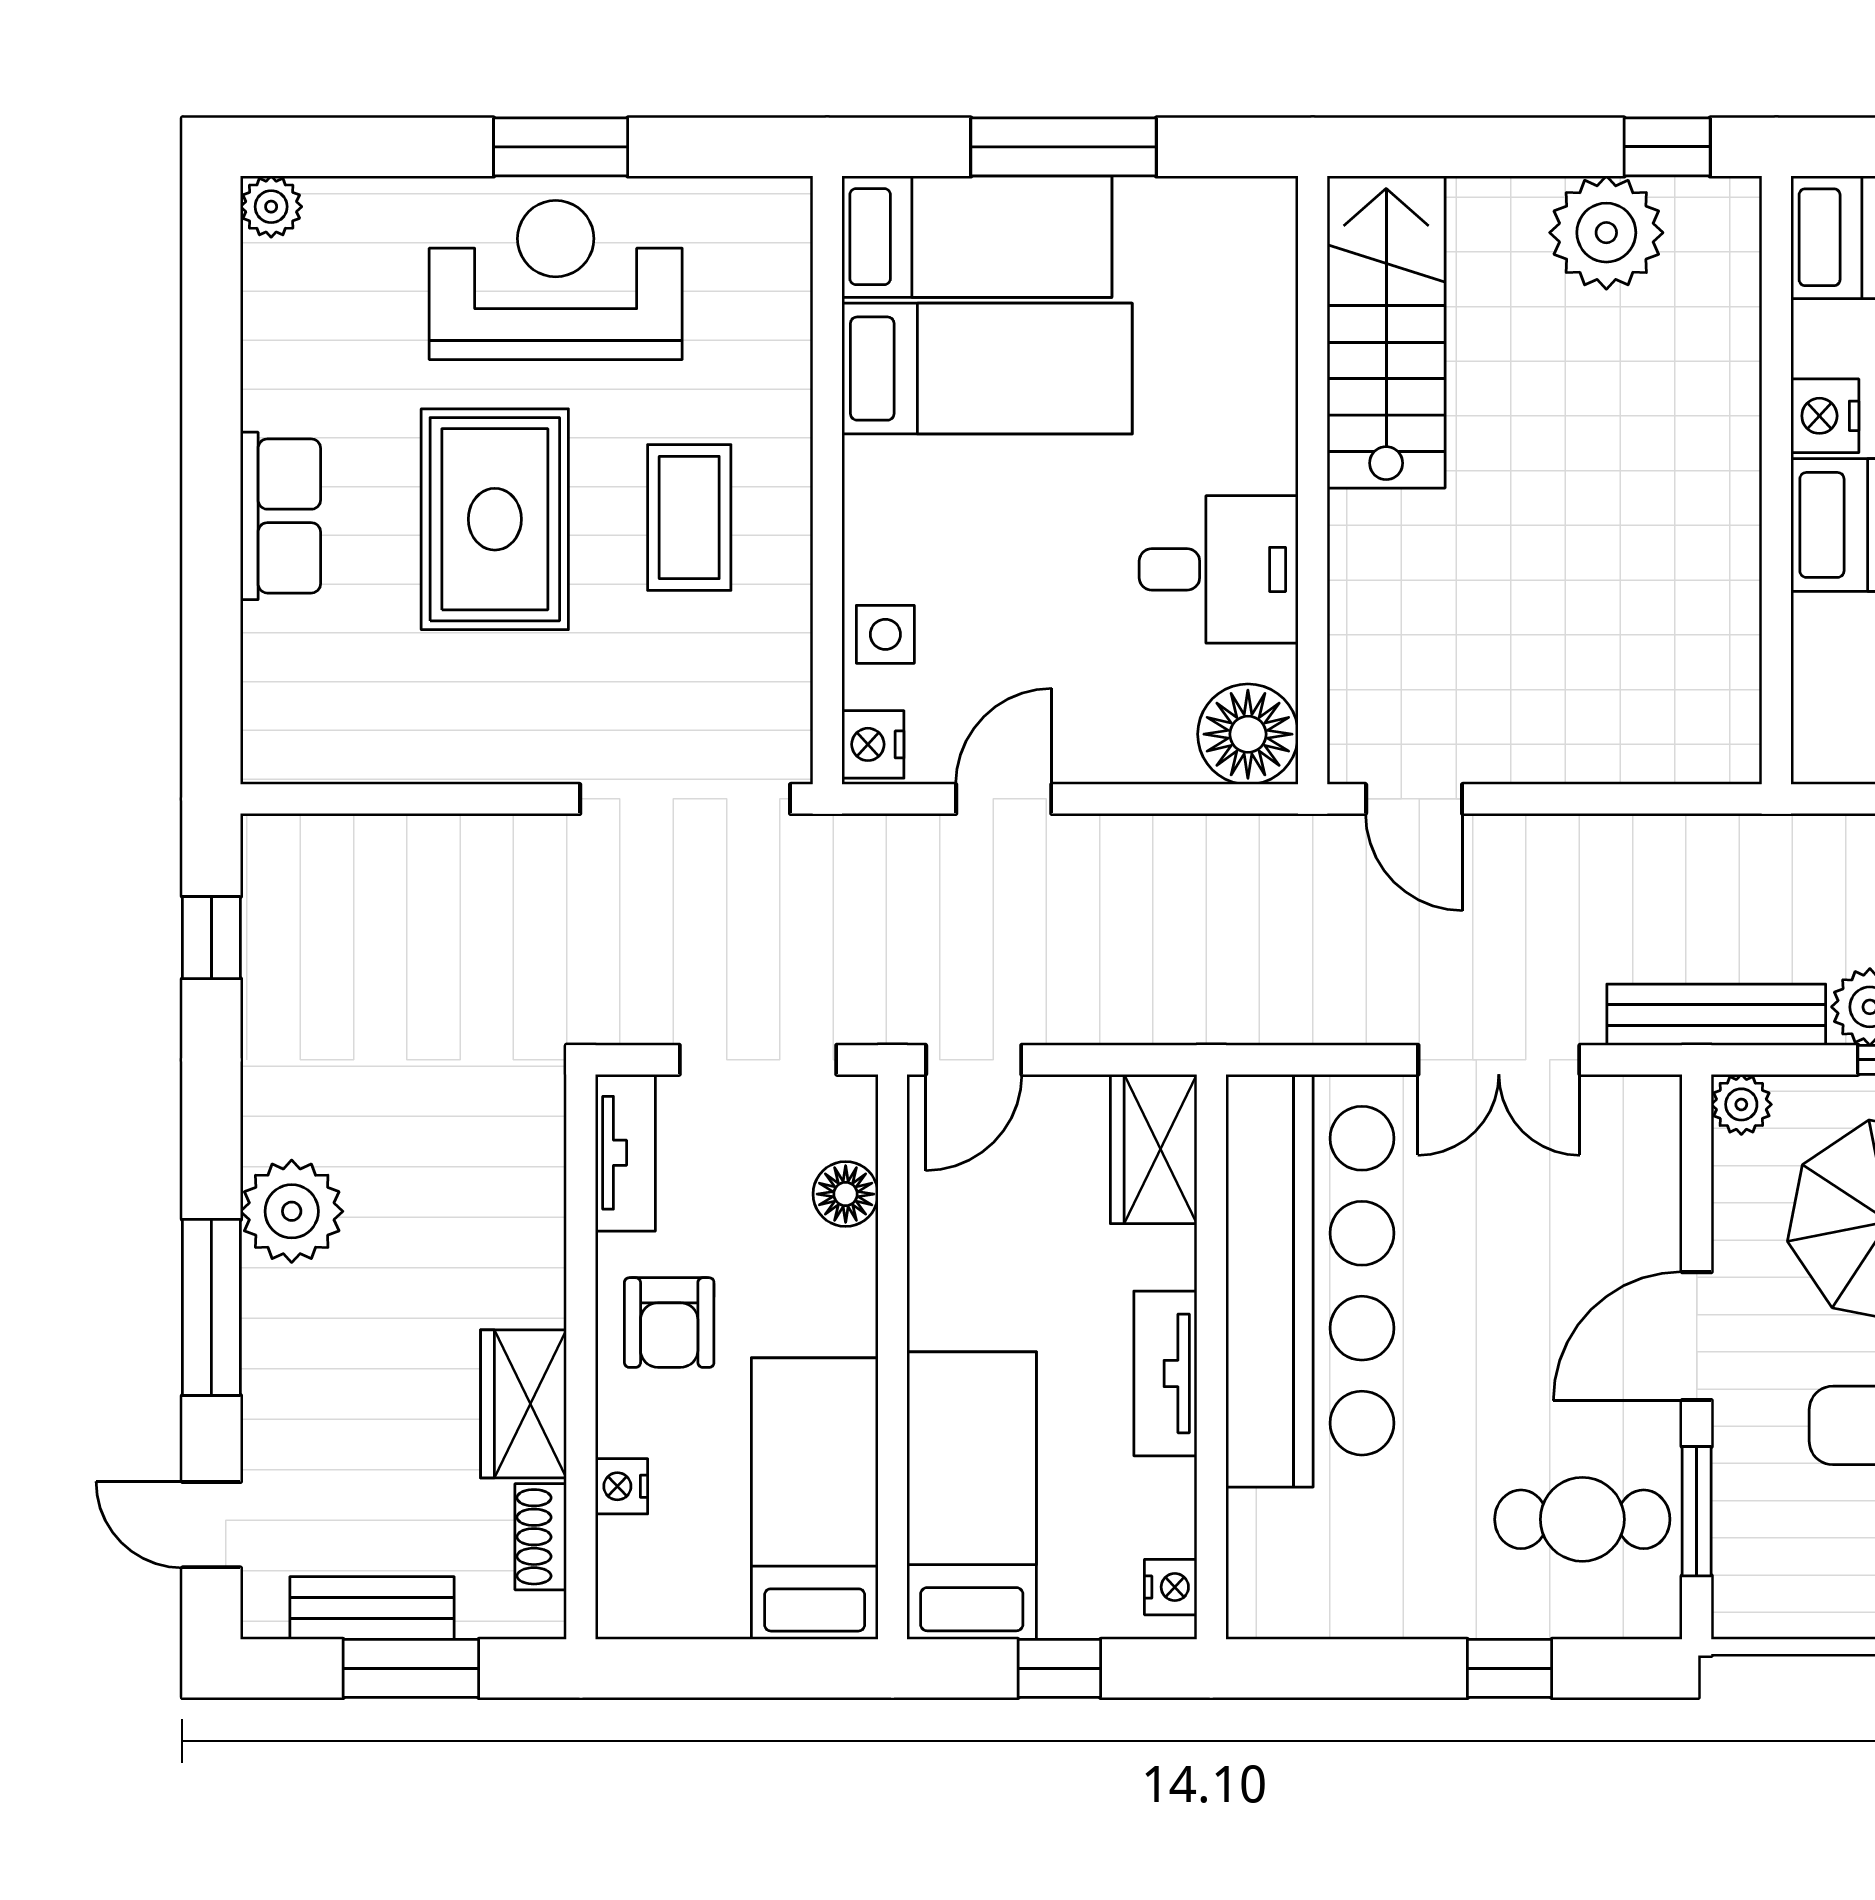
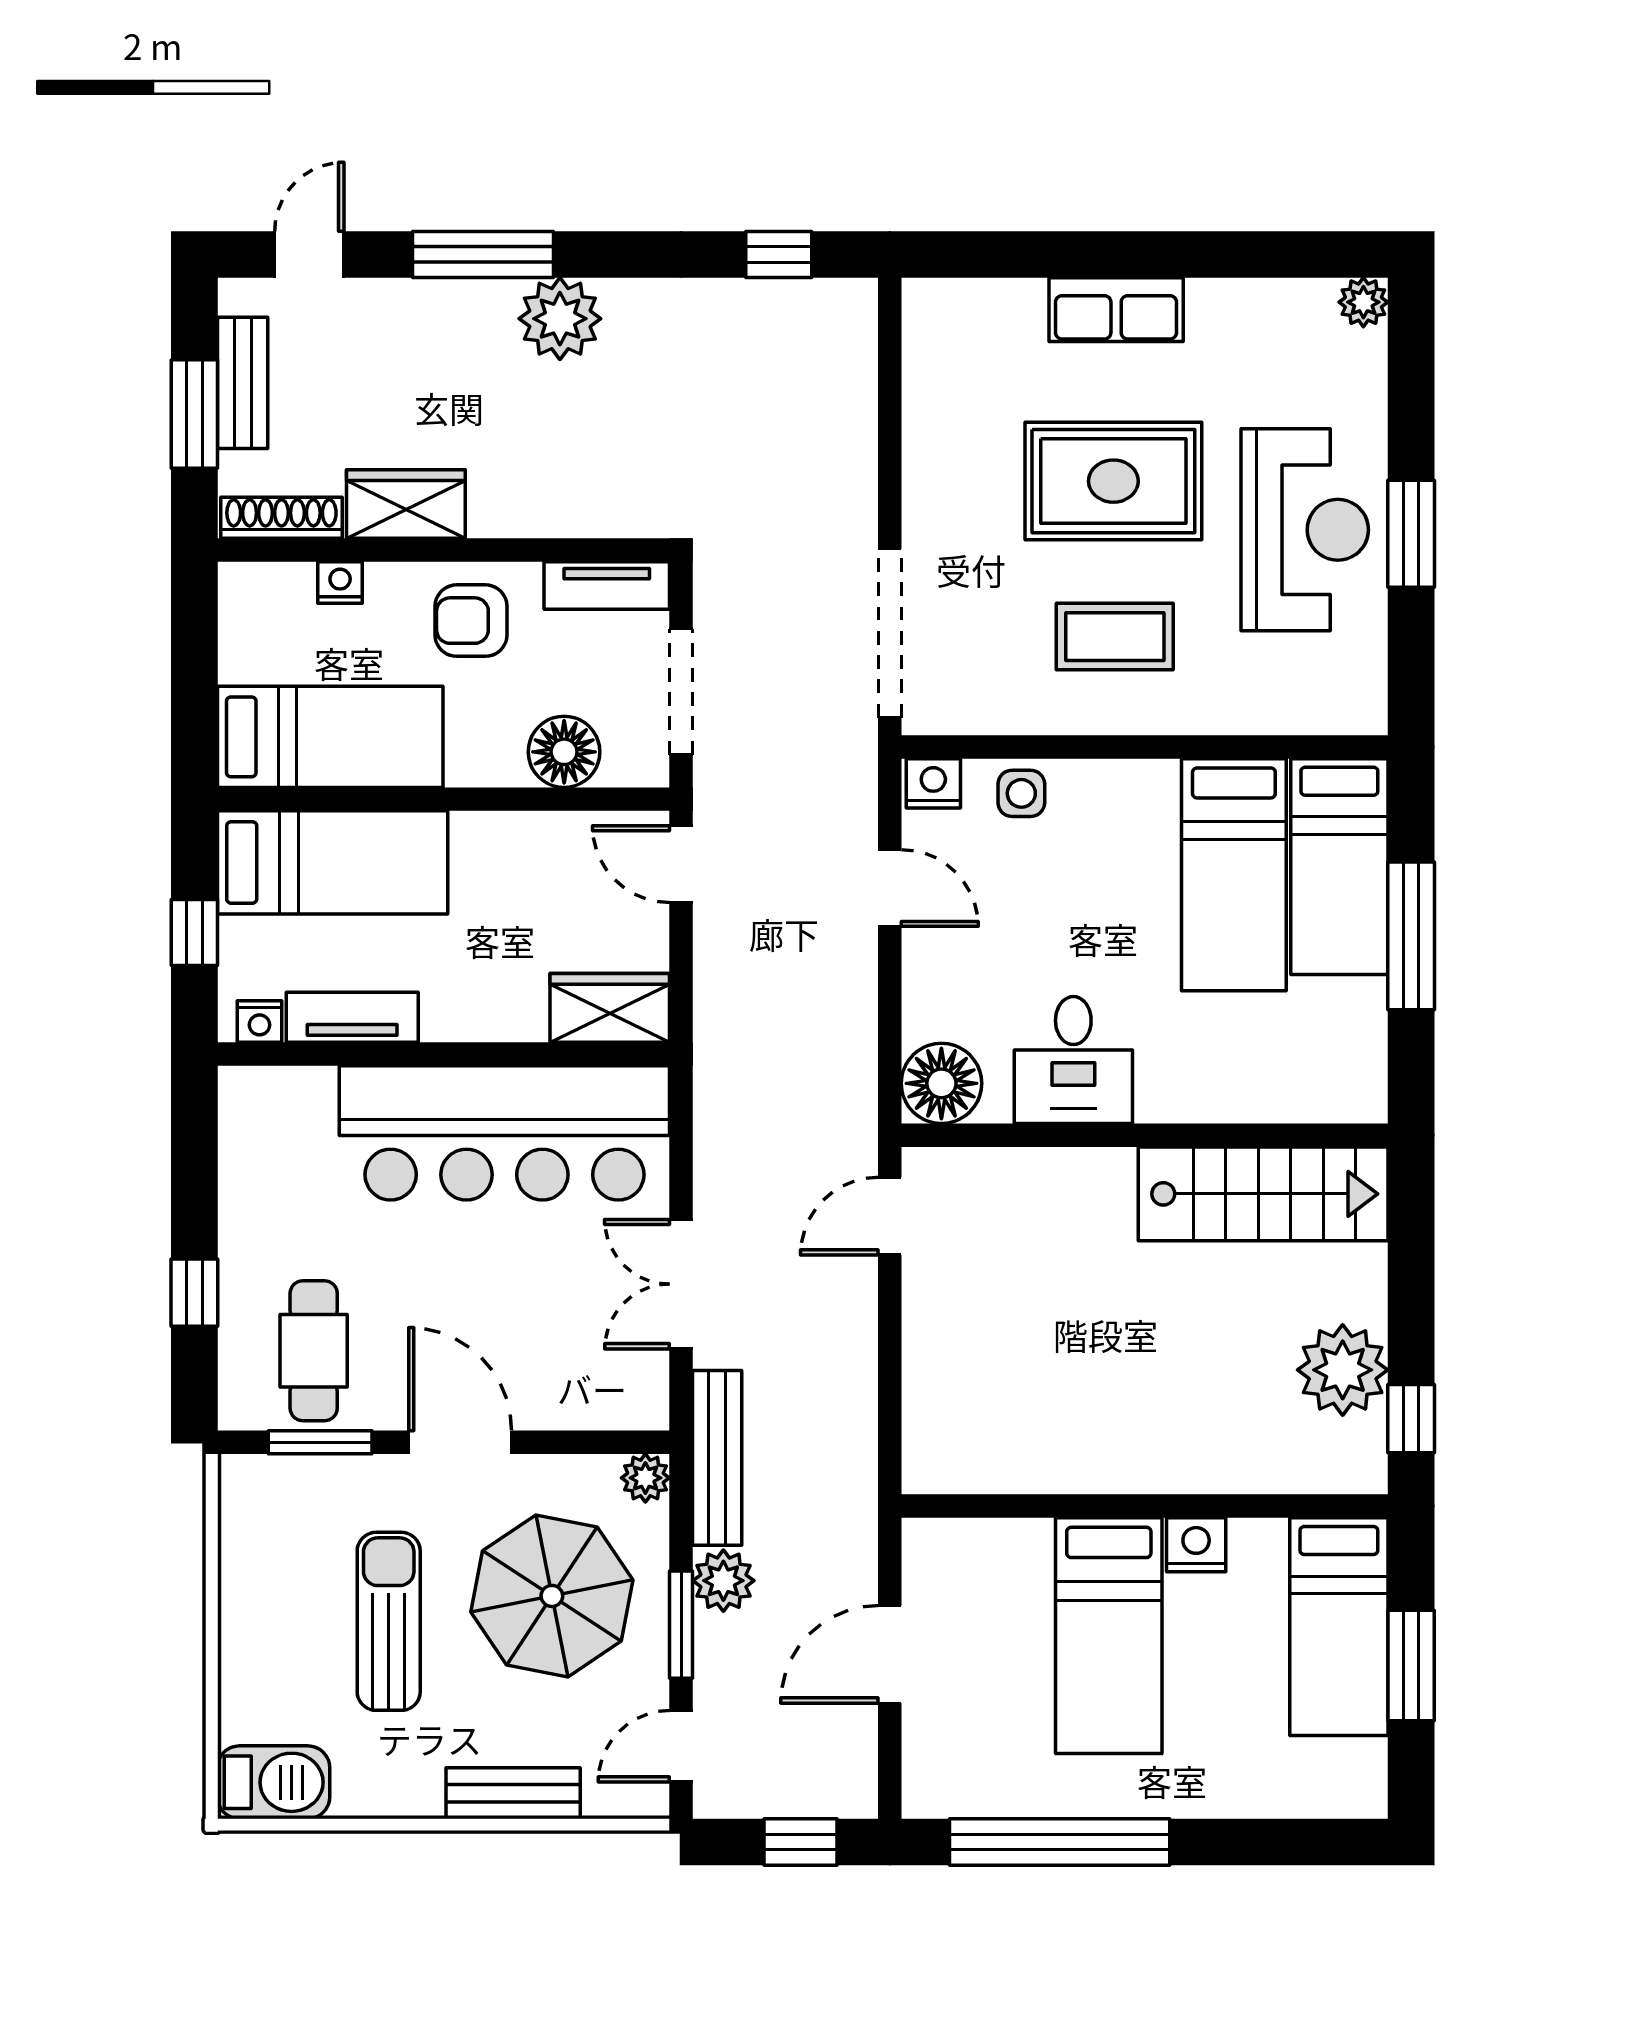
floor lamp: (846, 1194) -> (564, 752), width x1.38, depth x1.38
tv unit: (1165, 1373) -> (352, 1017), moved
shoe rack: (541, 1537) -> (281, 518), width x1.43

